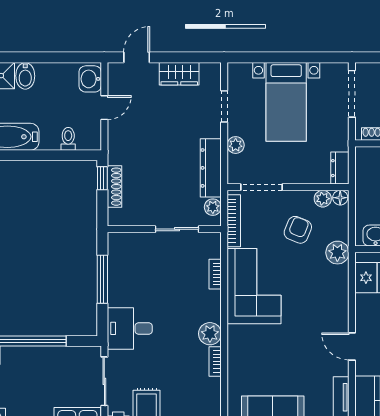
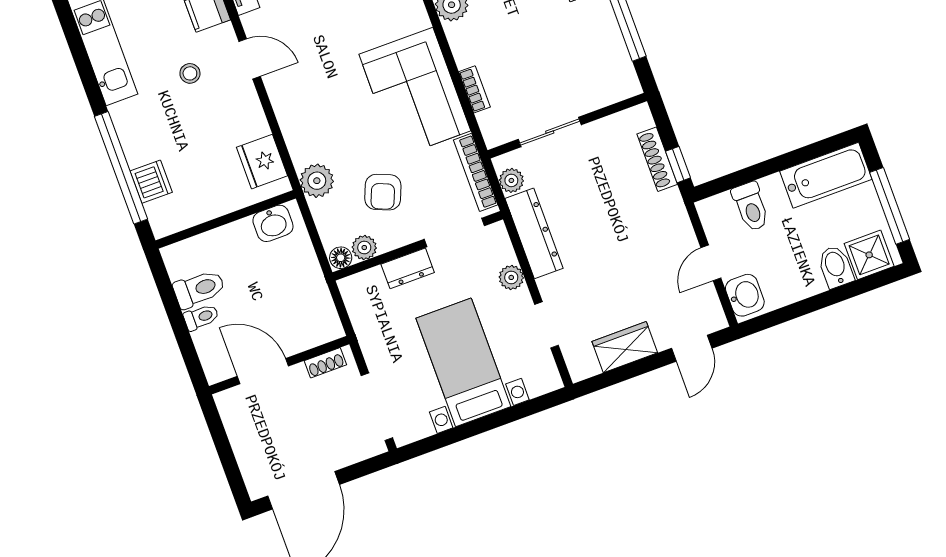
toilet: (68, 139) -> (751, 206), width x1.37, depth x1.39
dresser: (340, 168) -> (408, 268), moved, turned 90

